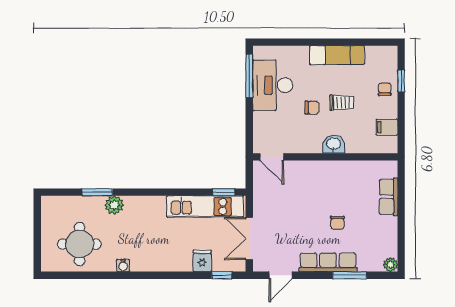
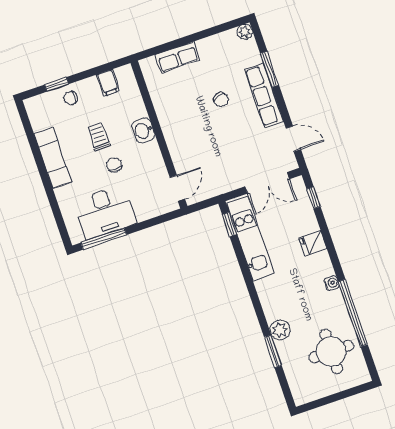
chair: (337, 223) -> (221, 100), turned 70
fridge: (202, 261) -> (313, 243), moved
water cooler: (123, 265) -> (332, 283), moved
window: (107, 275) -> (353, 313), added

